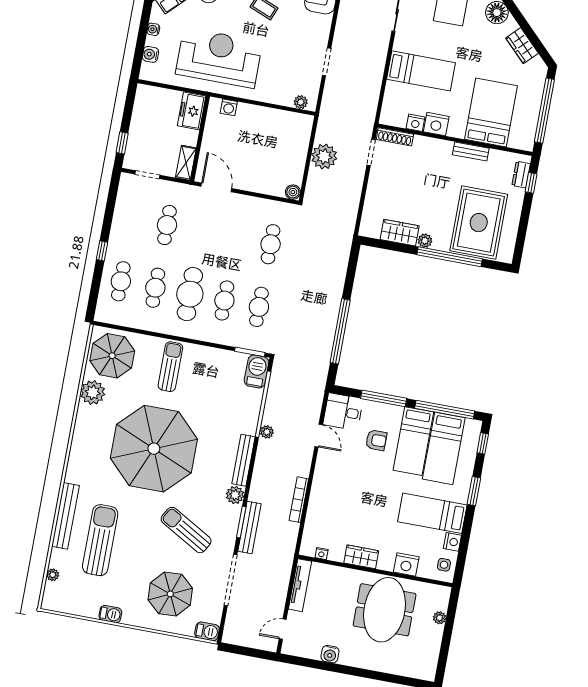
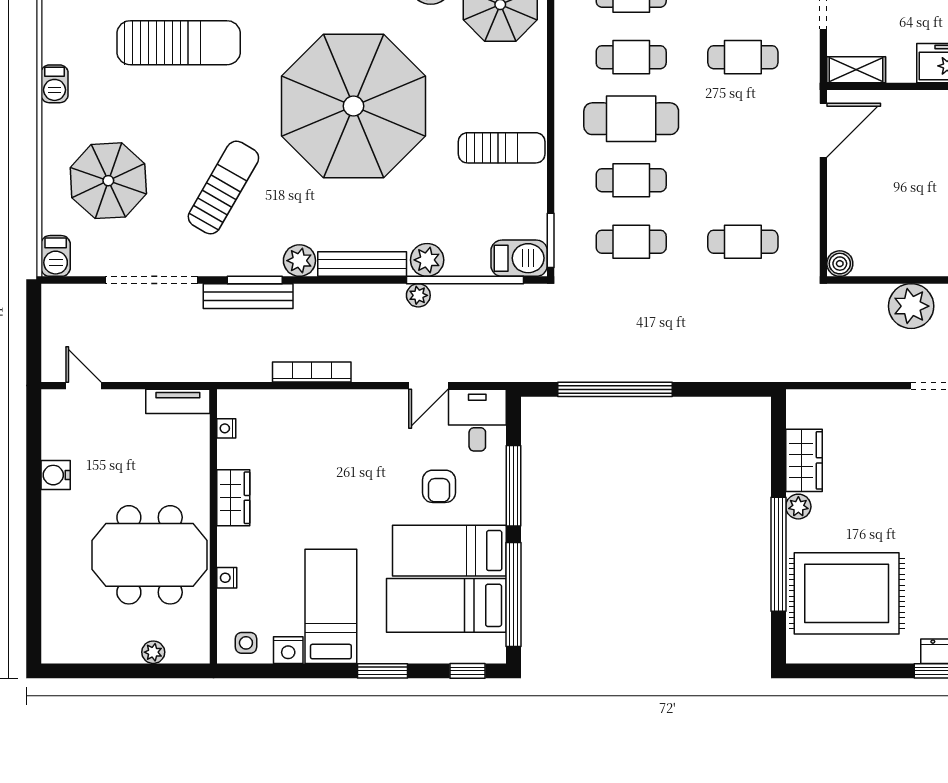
sun lounger: (170, 367) -> (502, 148), moved
plant: (248, 423) -> (427, 260), added
nightstand: (406, 564) -> (227, 578), width x0.53, depth x0.56
tv unit: (300, 585) -> (178, 401), width x0.71

